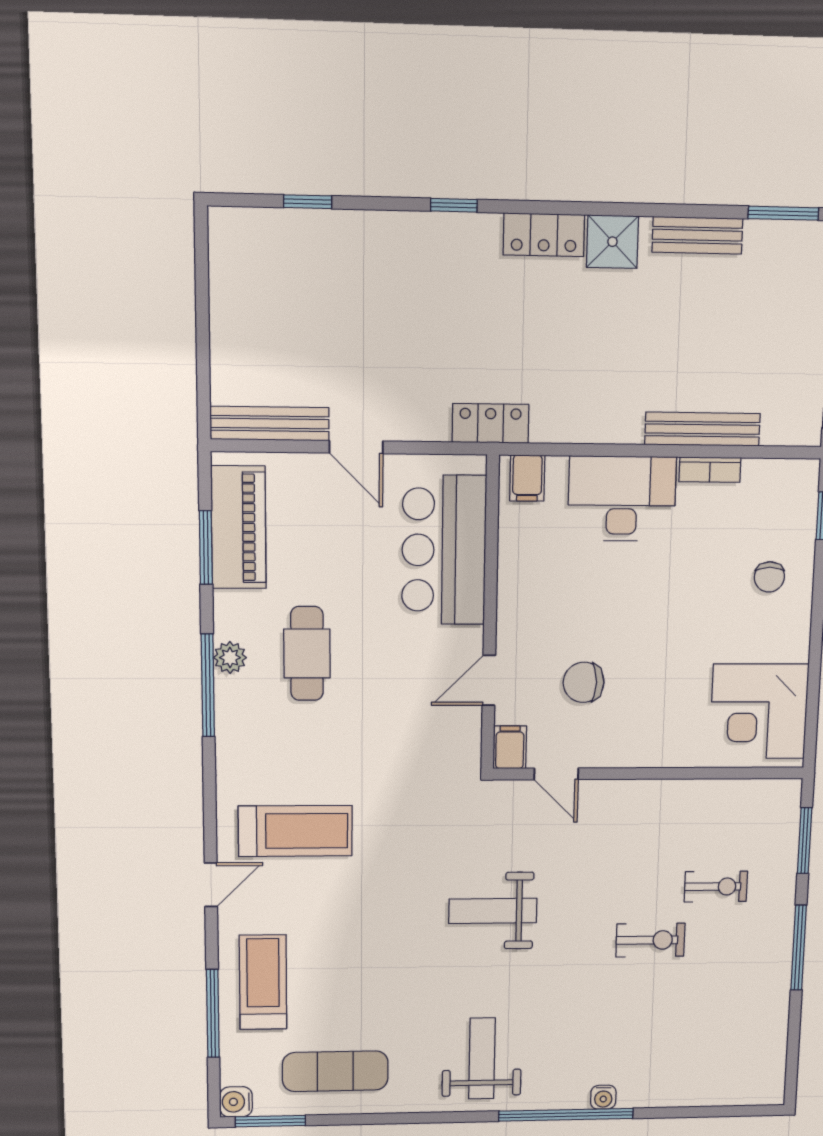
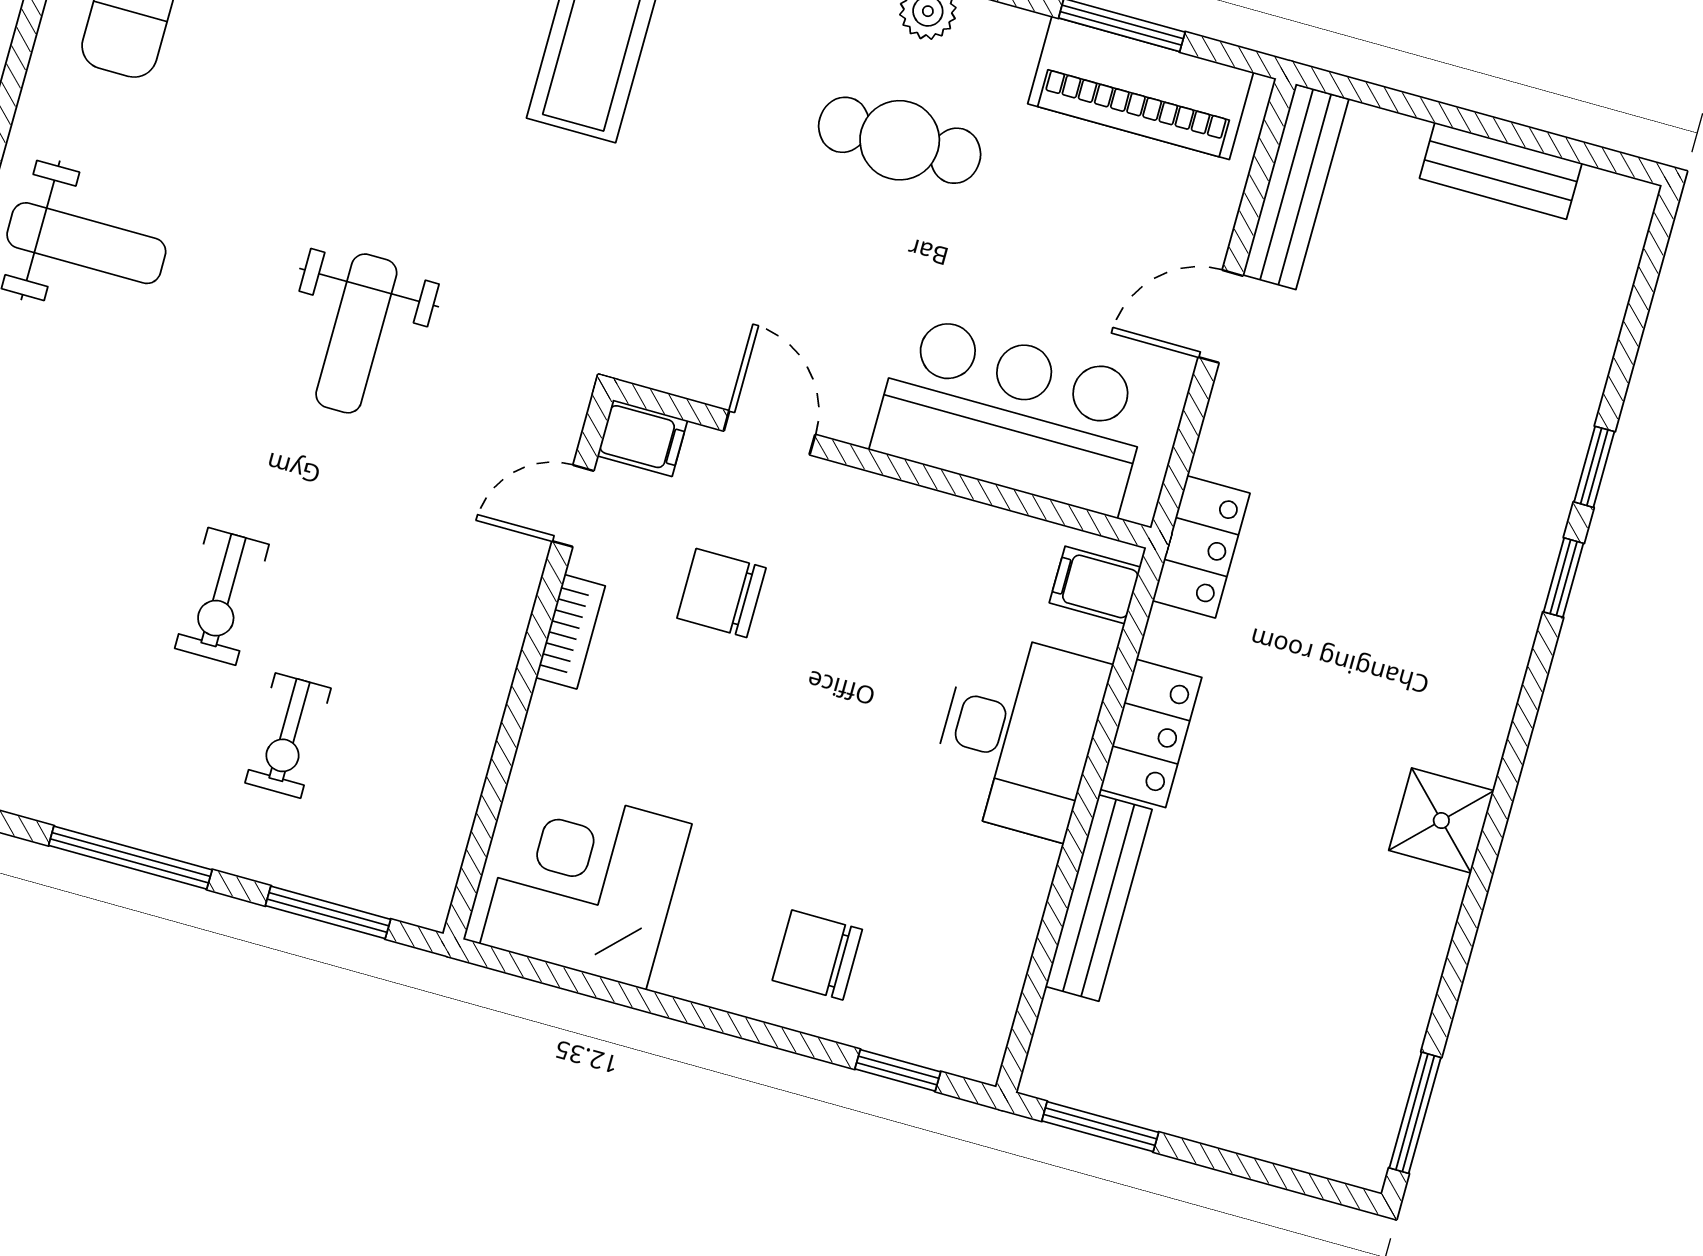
window: (308, 202) -> (1594, 467), moved
locker: (544, 235) -> (1151, 733), moved, turned 180
bench: (697, 235) -> (1501, 171), moved, turned 90
bookcase: (710, 470) -> (570, 632), moved, turned 180
chair: (769, 577) -> (817, 955), width x1.37, depth x1.37
chair: (584, 682) -> (721, 593), turned -90
weight bench: (493, 911) -> (356, 333), turned 180

